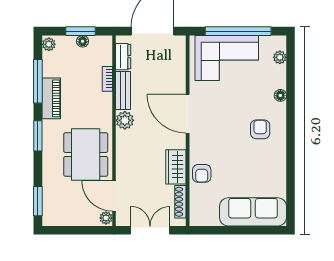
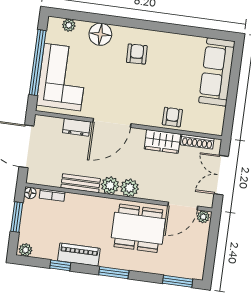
floor lamp: (83, 41) -> (30, 193), moved
dresser: (123, 57) -> (77, 127), moved, turned 180
bookcase: (107, 79) -> (52, 195), moved
window: (38, 81) -> (60, 265), width x0.46
floor lamp: (280, 95) -> (100, 34), width x1.89, depth x1.89
armchair: (260, 129) -> (137, 54), turned 88
plant: (125, 140) -> (130, 188), added
armchair: (202, 173) -> (172, 117), turned -90

